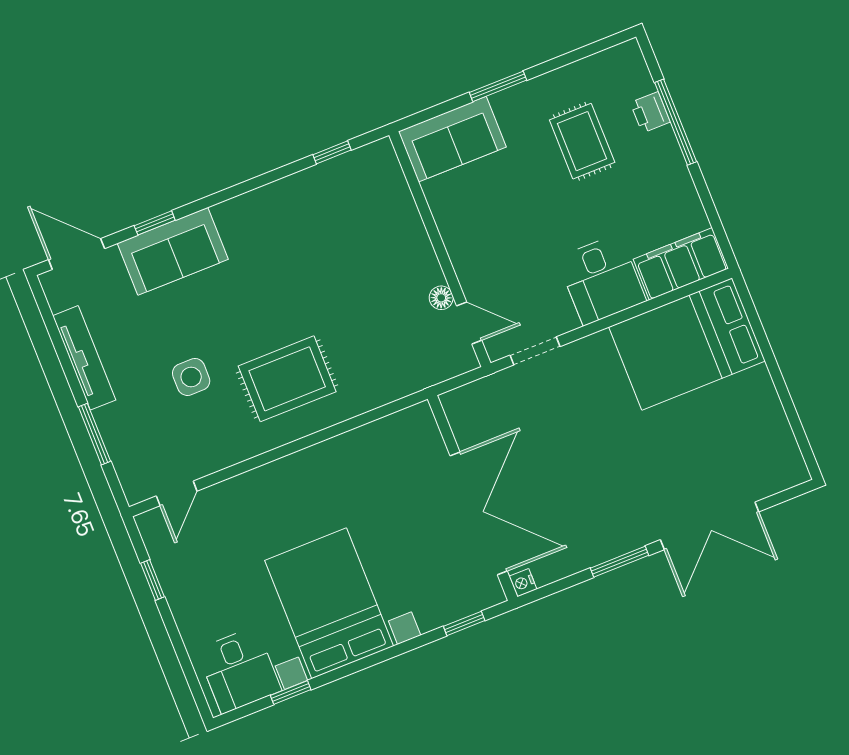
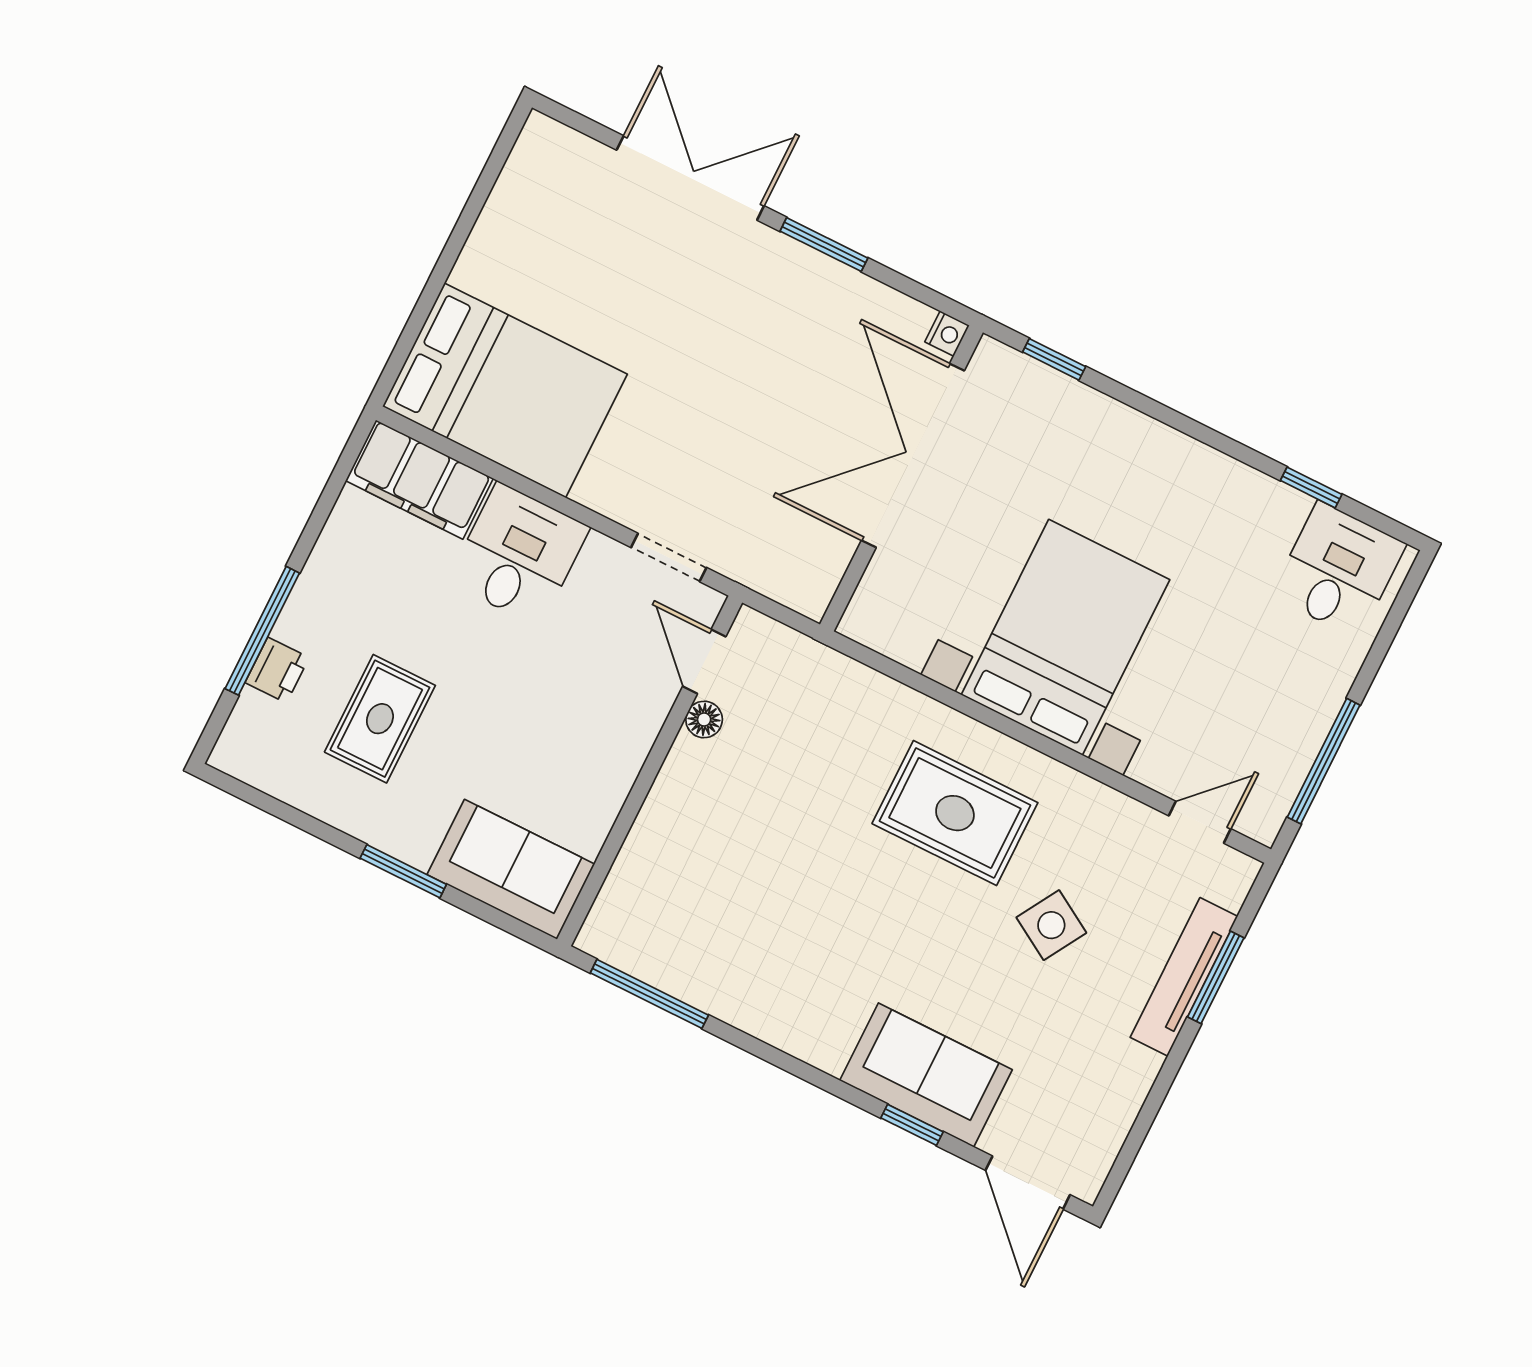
window: (332, 152) -> (649, 994), width x2.17
tv unit: (84, 358) -> (1184, 977), moved
side table: (191, 377) -> (1051, 925), turned 31
window: (153, 580) -> (1324, 761), width x2.17
bed with nightstands: (329, 603) -> (1066, 637), moved, turned 180

